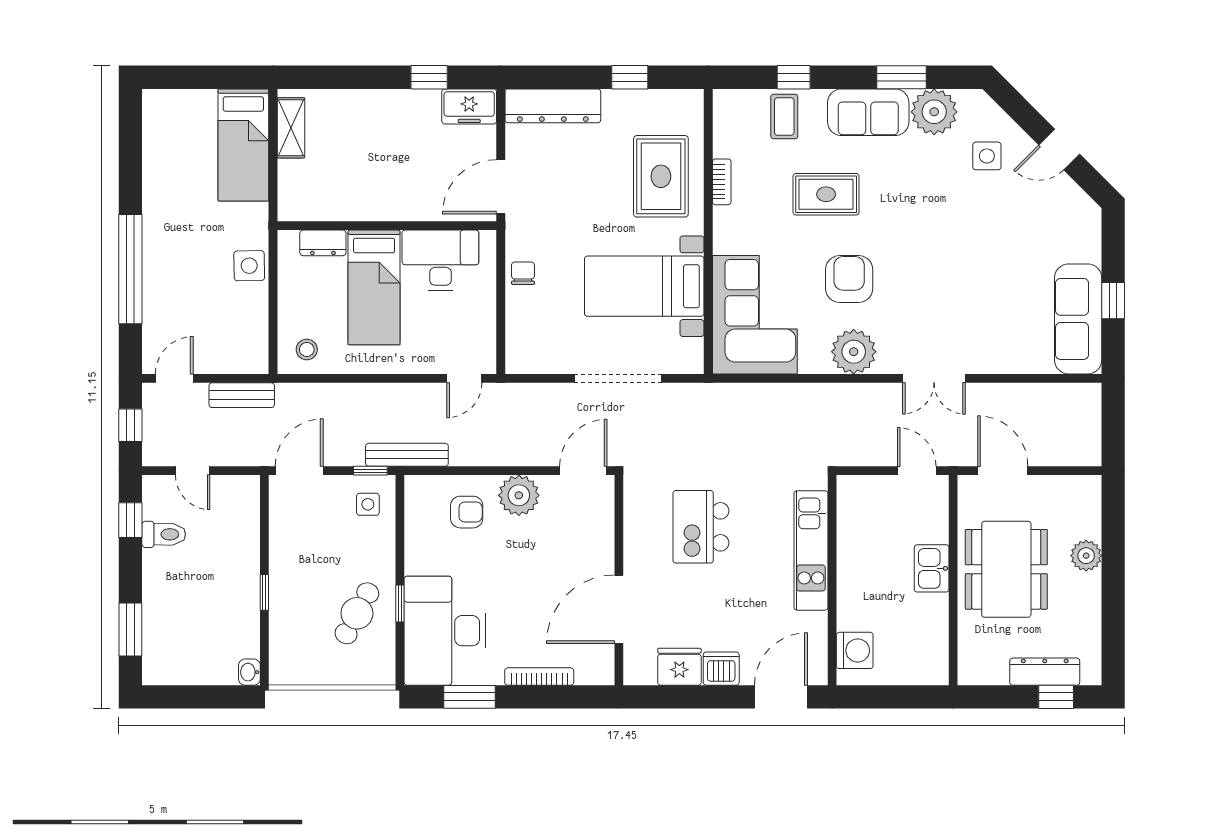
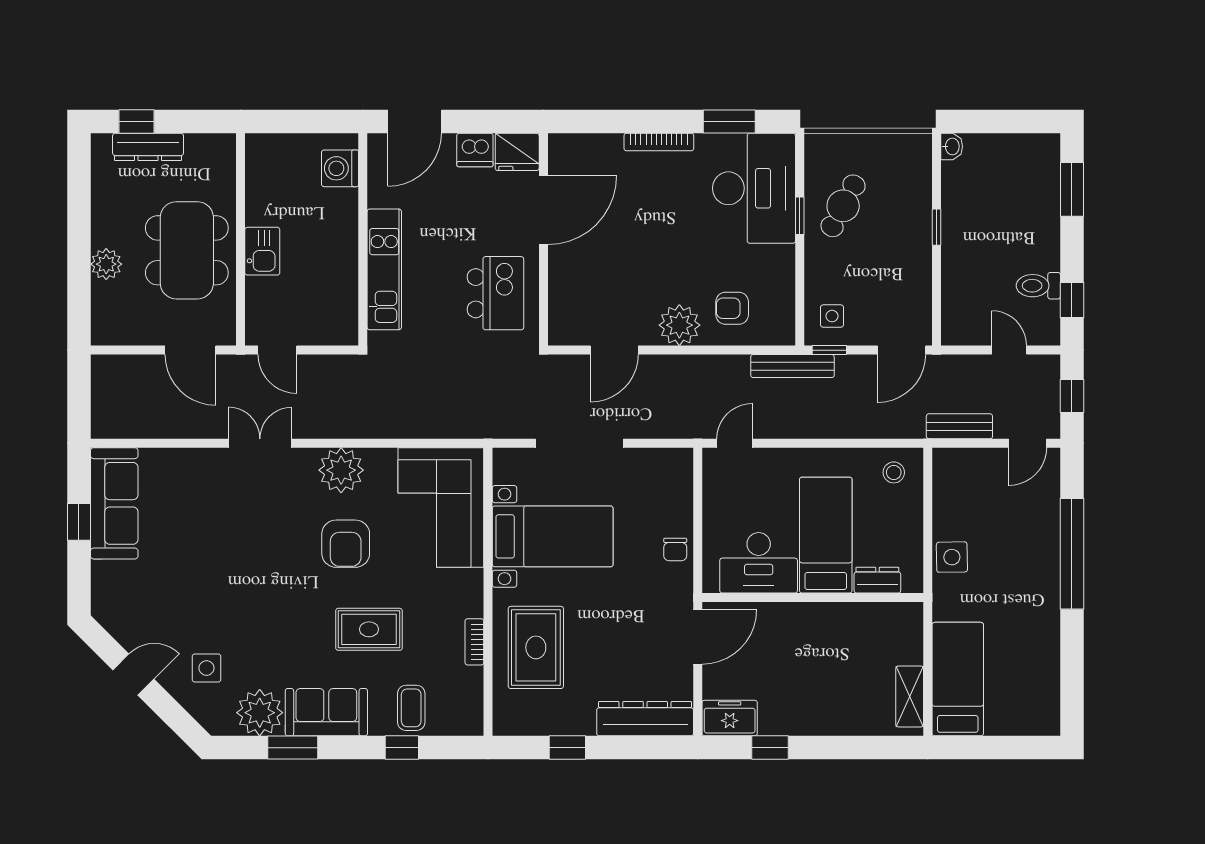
wall: (619, 580) -> (543, 239), moved
door: (619, 609) -> (543, 210), moved

